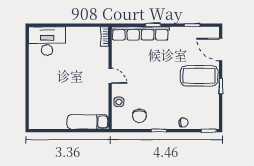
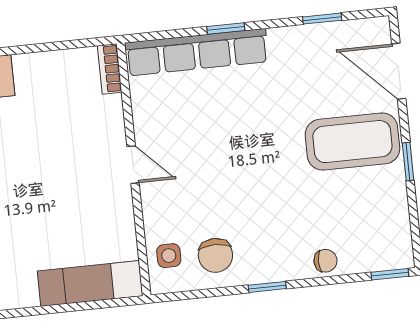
side table: (119, 102) -> (169, 256), moved

